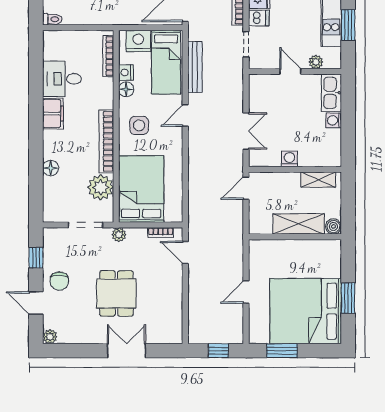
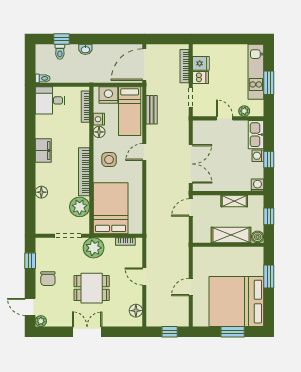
bench: (195, 67) -> (152, 110), width x0.73
desk: (62, 79) -> (50, 100), moved
window: (348, 125) -> (269, 160), added
double door: (246, 131) -> (191, 164), width x1.37
washing machine: (289, 159) -> (257, 185), moved
shelving: (318, 180) -> (234, 201), moved
window: (348, 200) -> (269, 216), added
plant: (119, 235) -> (94, 248), width x1.88, depth x1.88
door: (185, 252) -> (144, 277), moved
dining table: (116, 293) -> (92, 288), turned 90
window: (348, 298) -> (269, 277), moved
door: (36, 303) -> (30, 307), moved
floor lamp: (174, 323) -> (136, 311), added
double door: (127, 351) -> (87, 332), moved
window: (282, 351) -> (233, 332), moved

